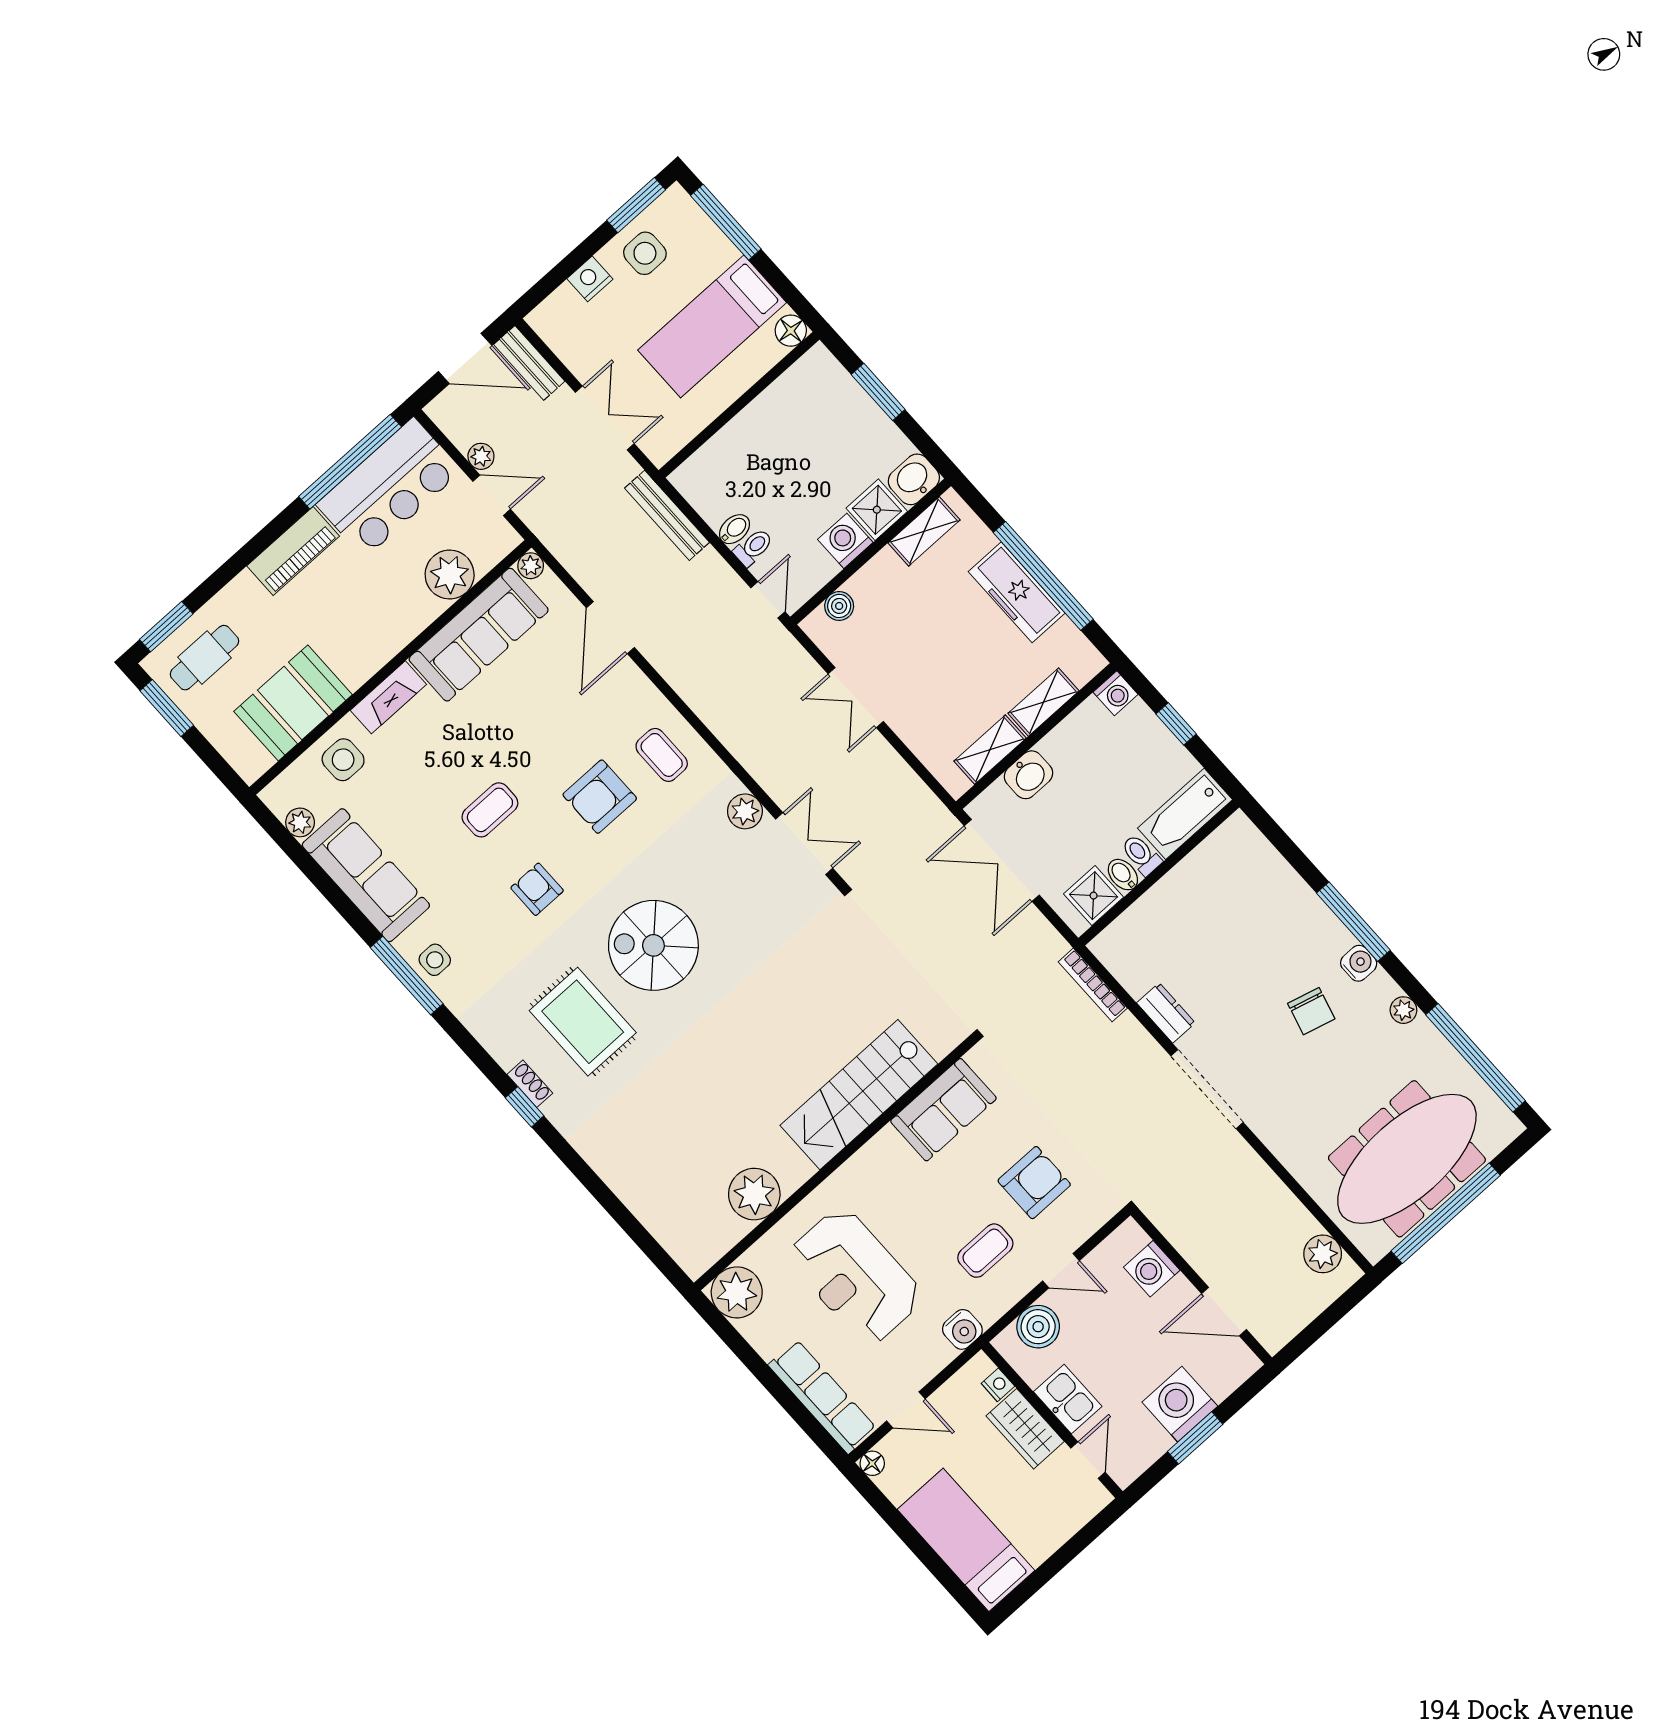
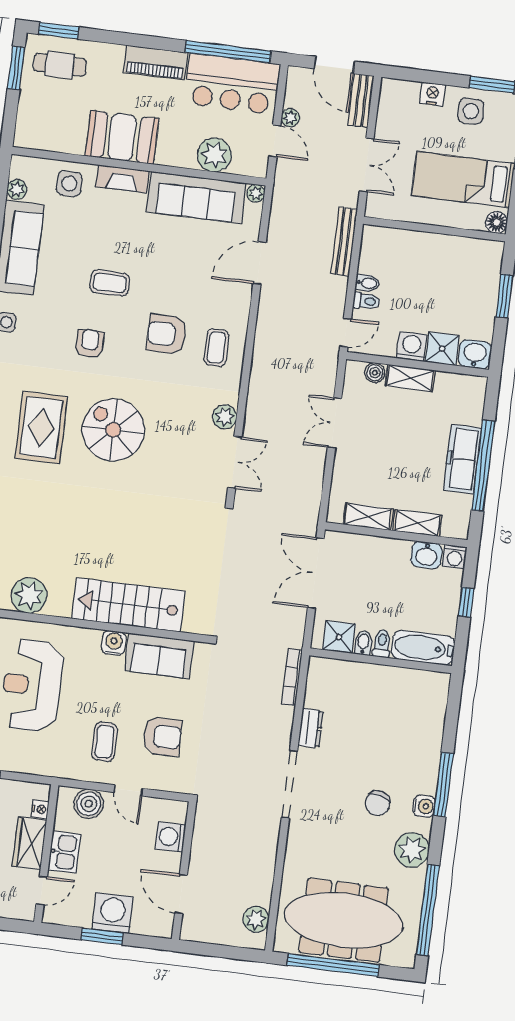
shelving: (924, 531) -> (410, 378), moved
booth: (293, 703) -> (122, 137), moved
washbasin: (1029, 775) -> (427, 555), moved
plant: (1403, 1010) -> (412, 850), width x1.88, depth x1.88
coffee table: (985, 1251) -> (104, 742), turned 90
water cooler: (962, 1329) -> (114, 643), moved, turned 180

